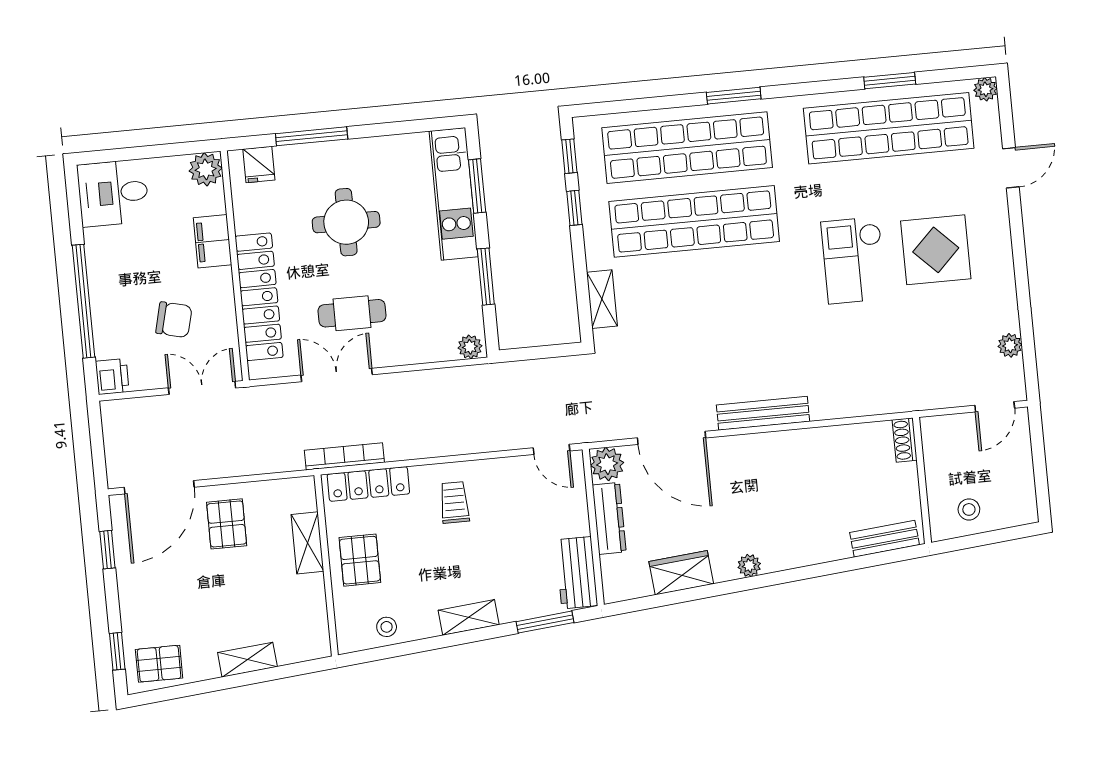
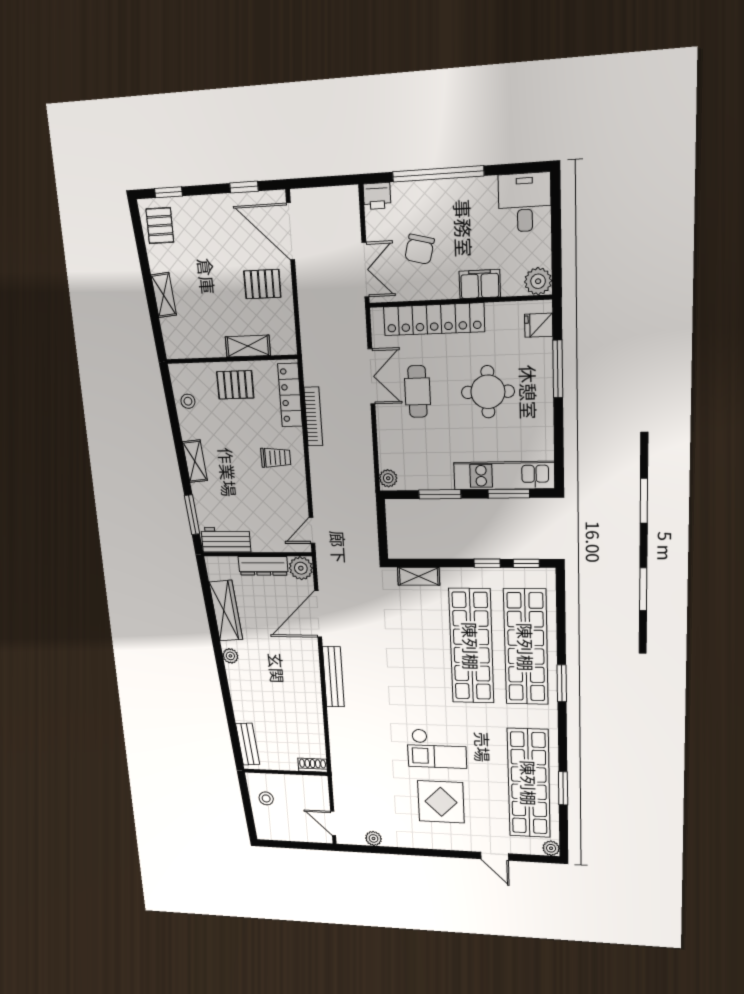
checkout: (854, 260) -> (437, 749), turned 180
bookcase: (344, 456) -> (313, 417), moved
wardrobe: (681, 573) -> (226, 611), width x1.50

